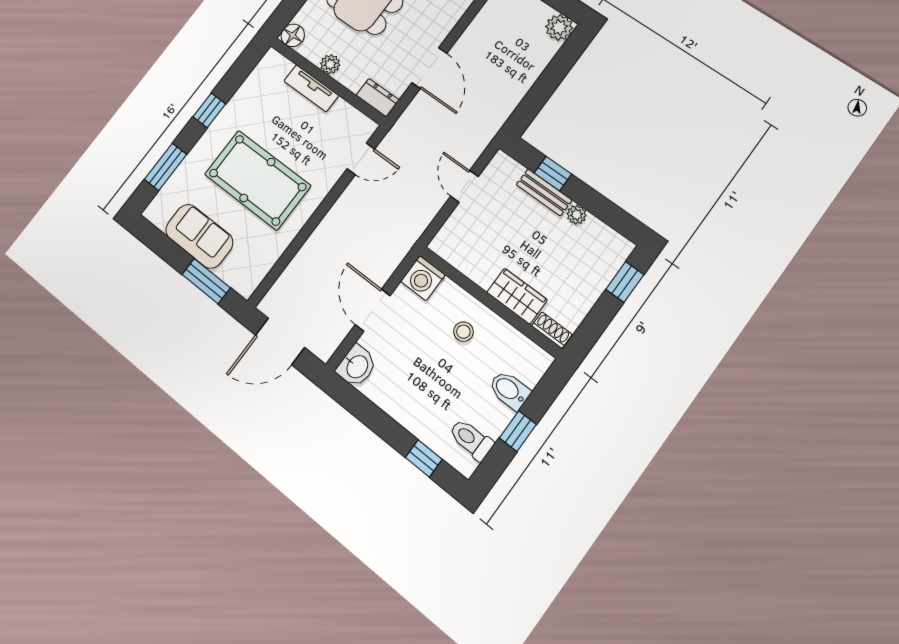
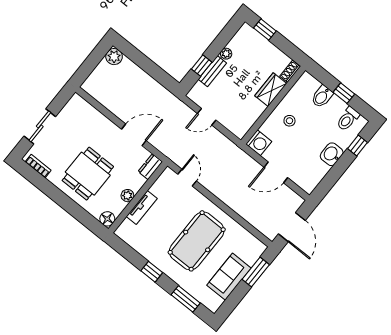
washbasin: (357, 366) -> (332, 154), moved, turned -90

